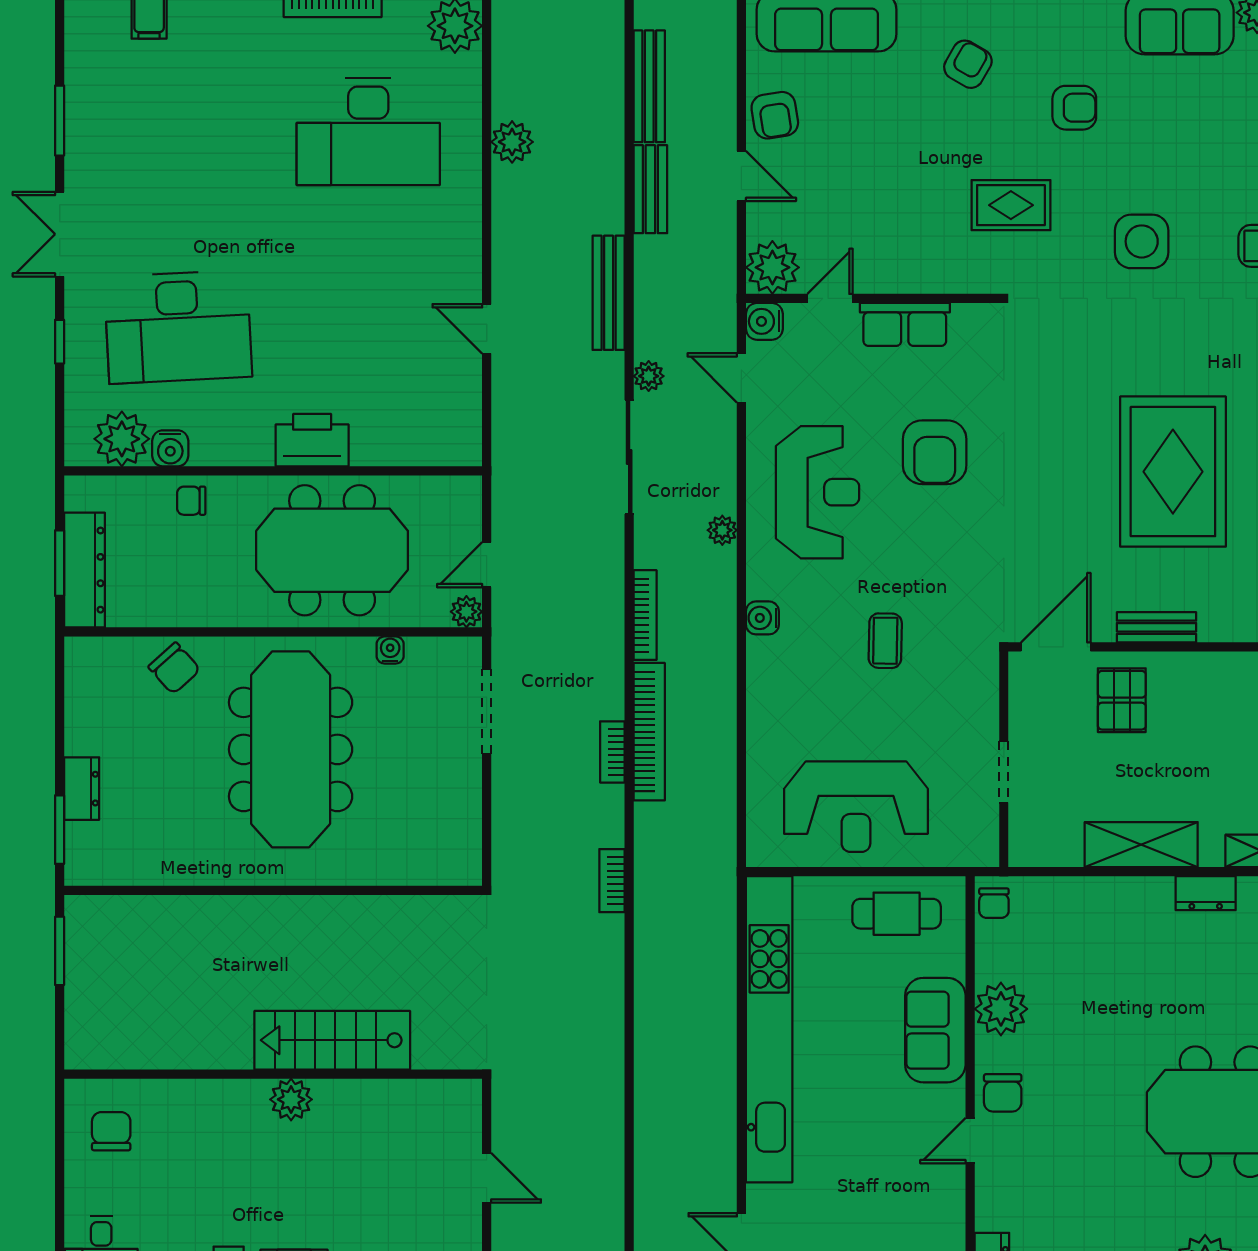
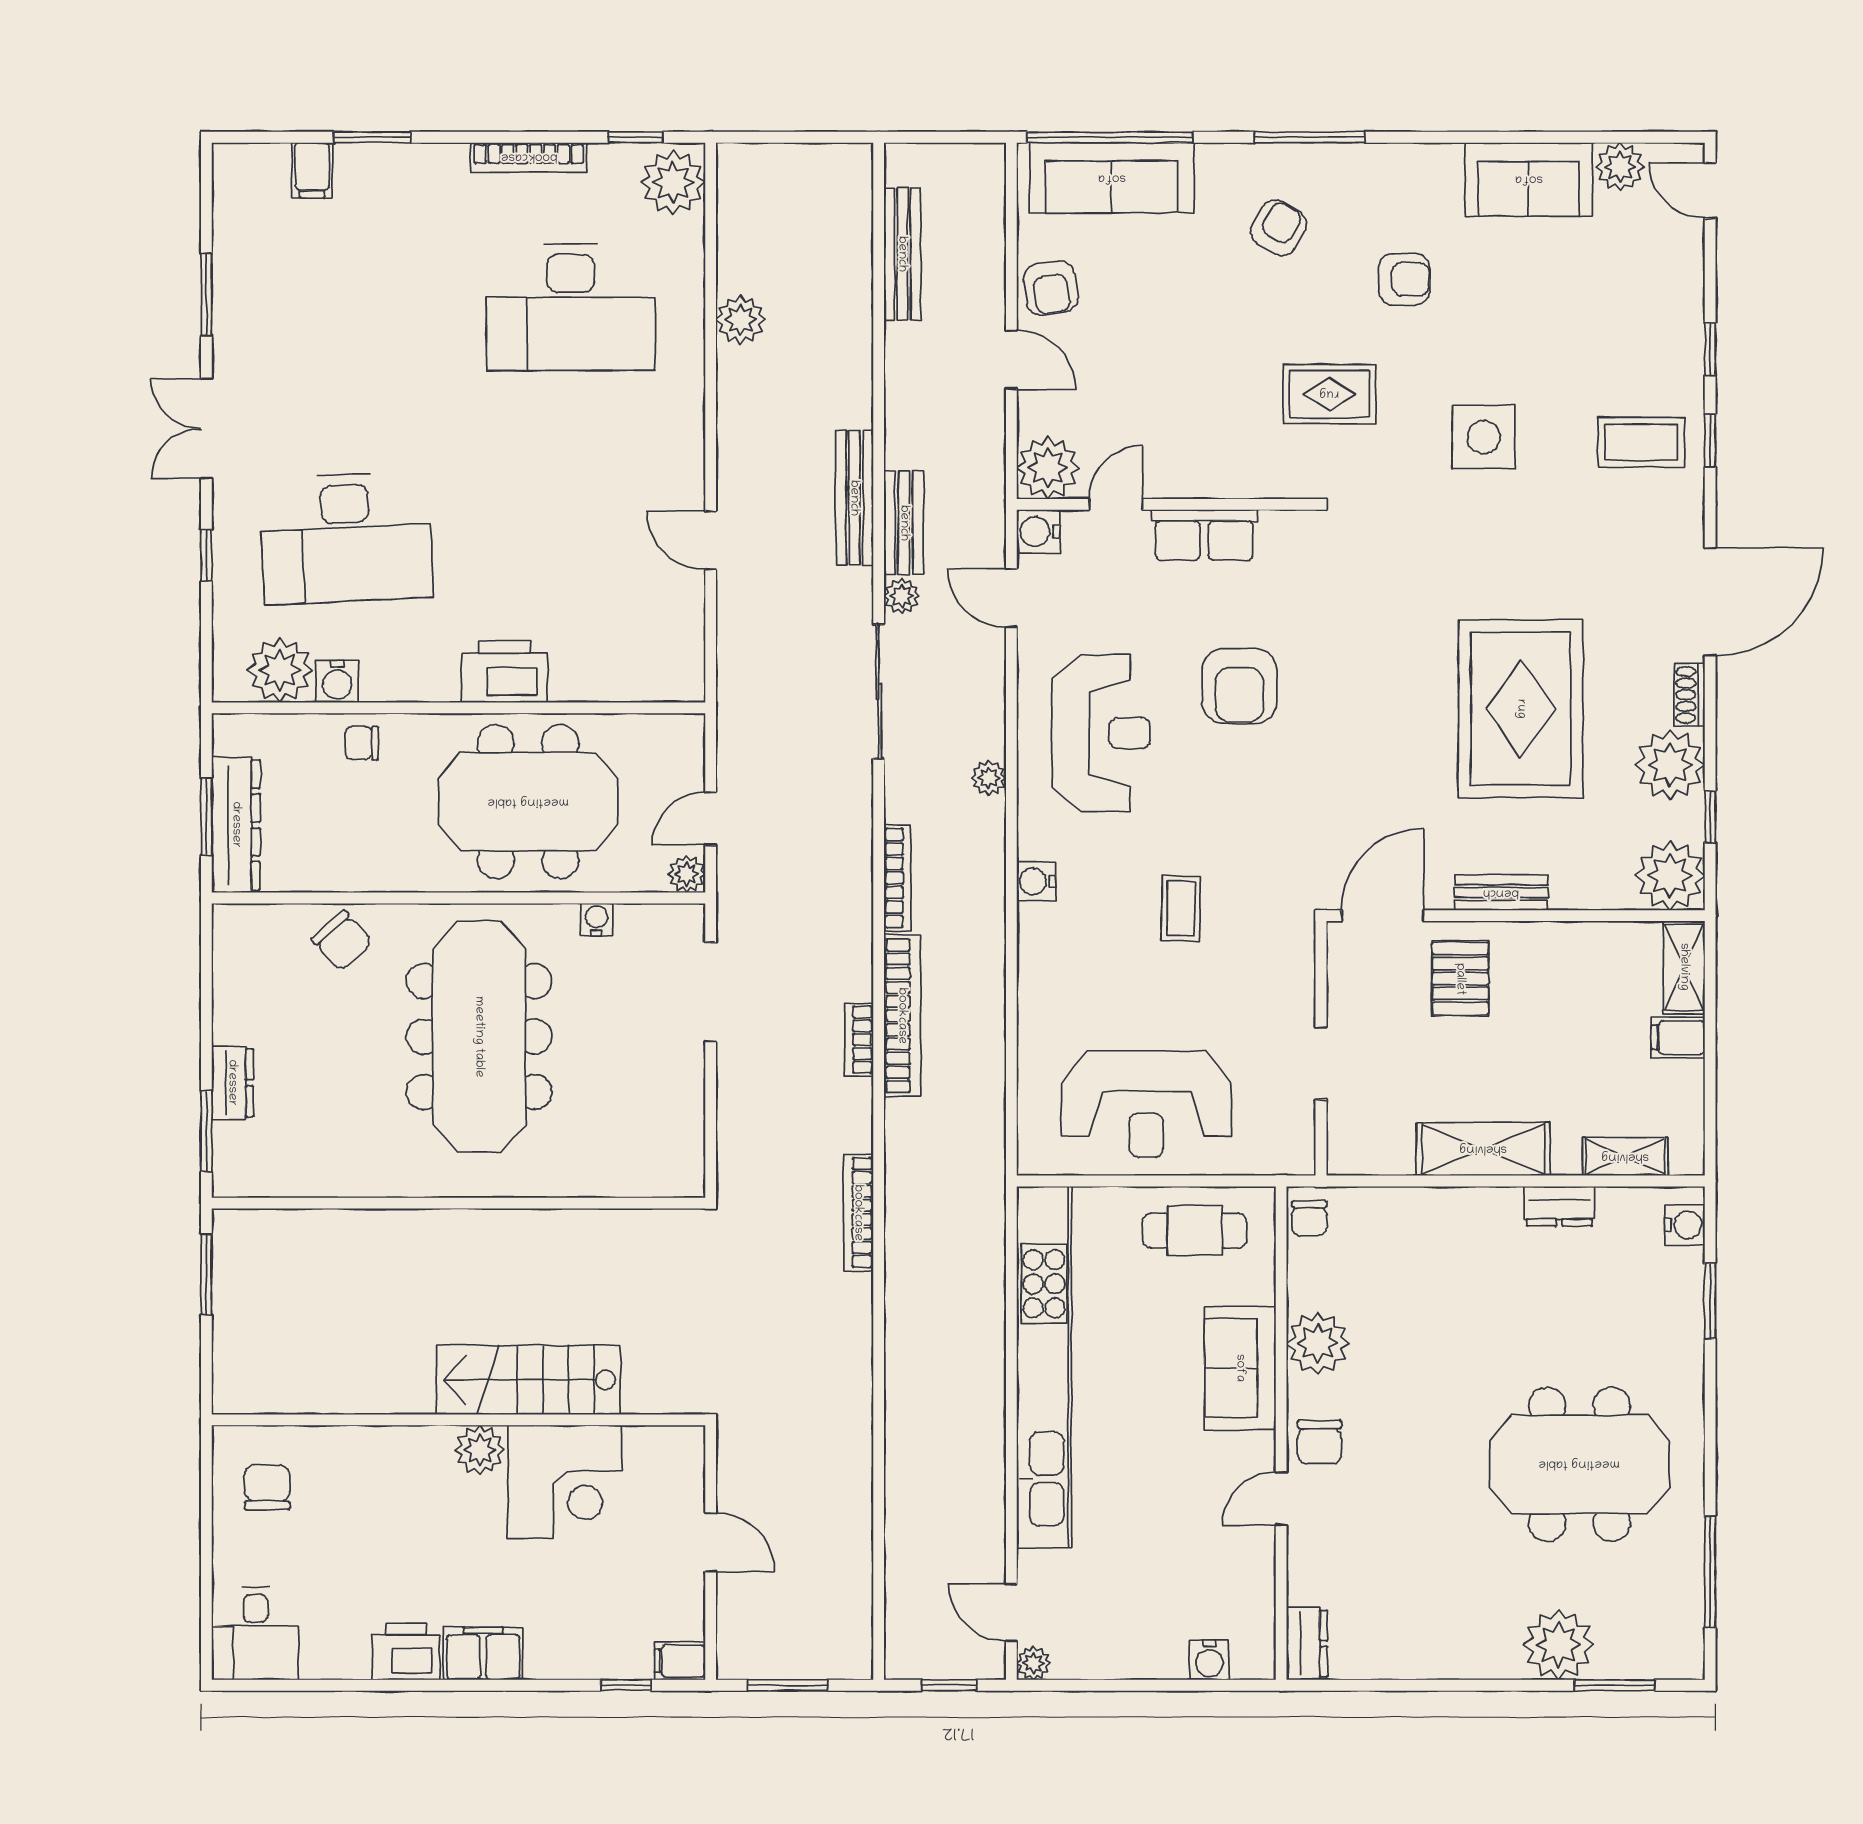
bench: (650, 189) -> (904, 523), moved
bookcase: (612, 881) -> (858, 1213), width x1.56
corner desk: (363, 1127) -> (565, 1482), added

